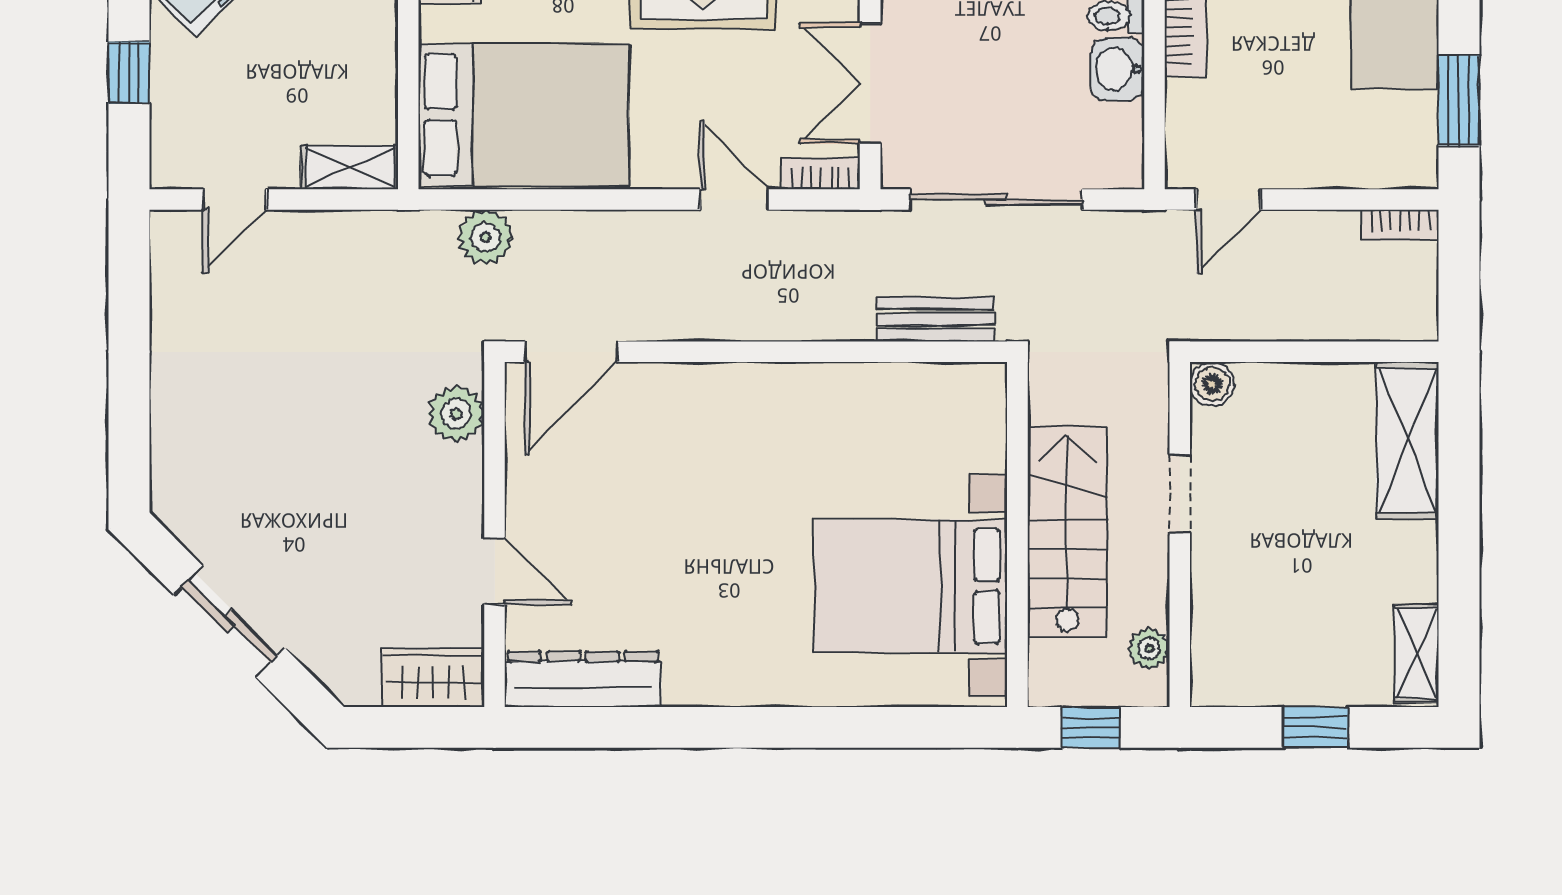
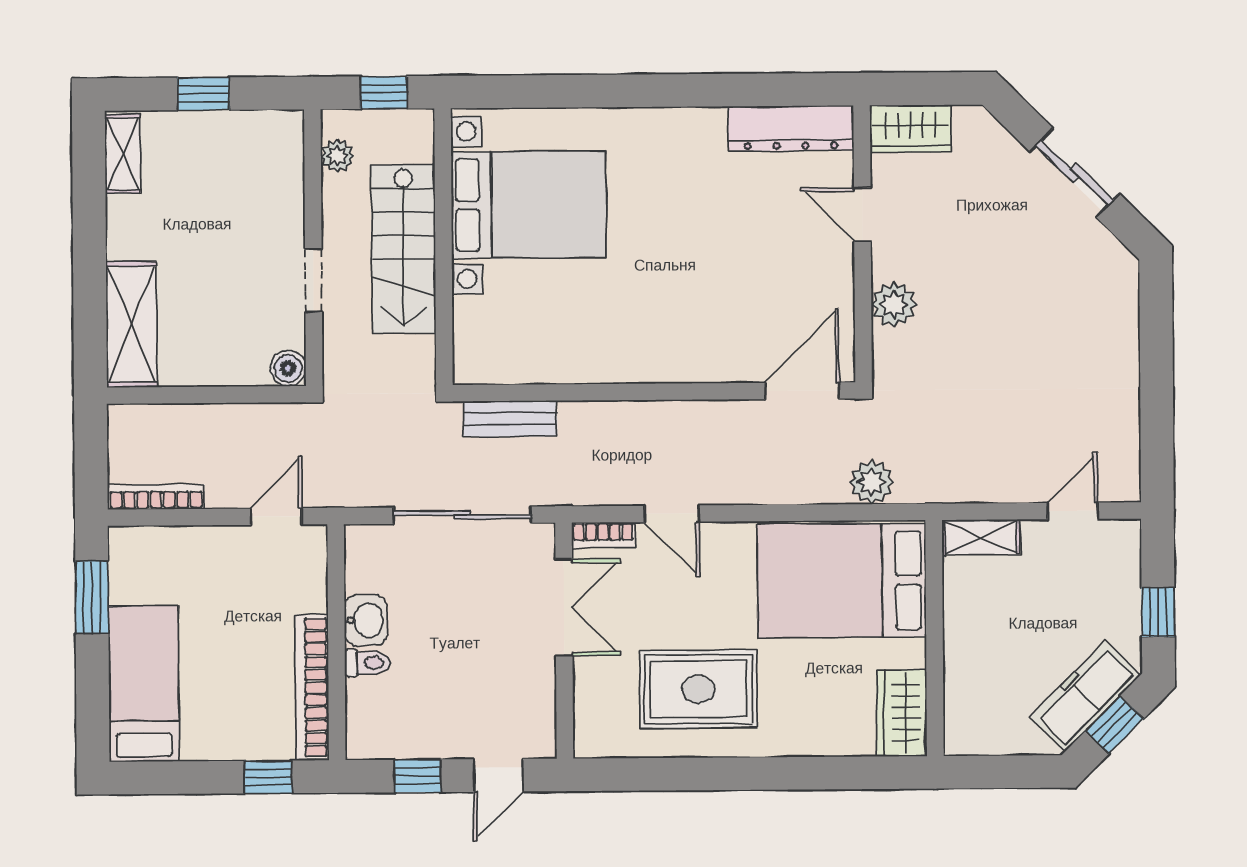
bookcase: (1400, 225) -> (156, 497), width x1.56
plant: (456, 414) -> (894, 304), moved

